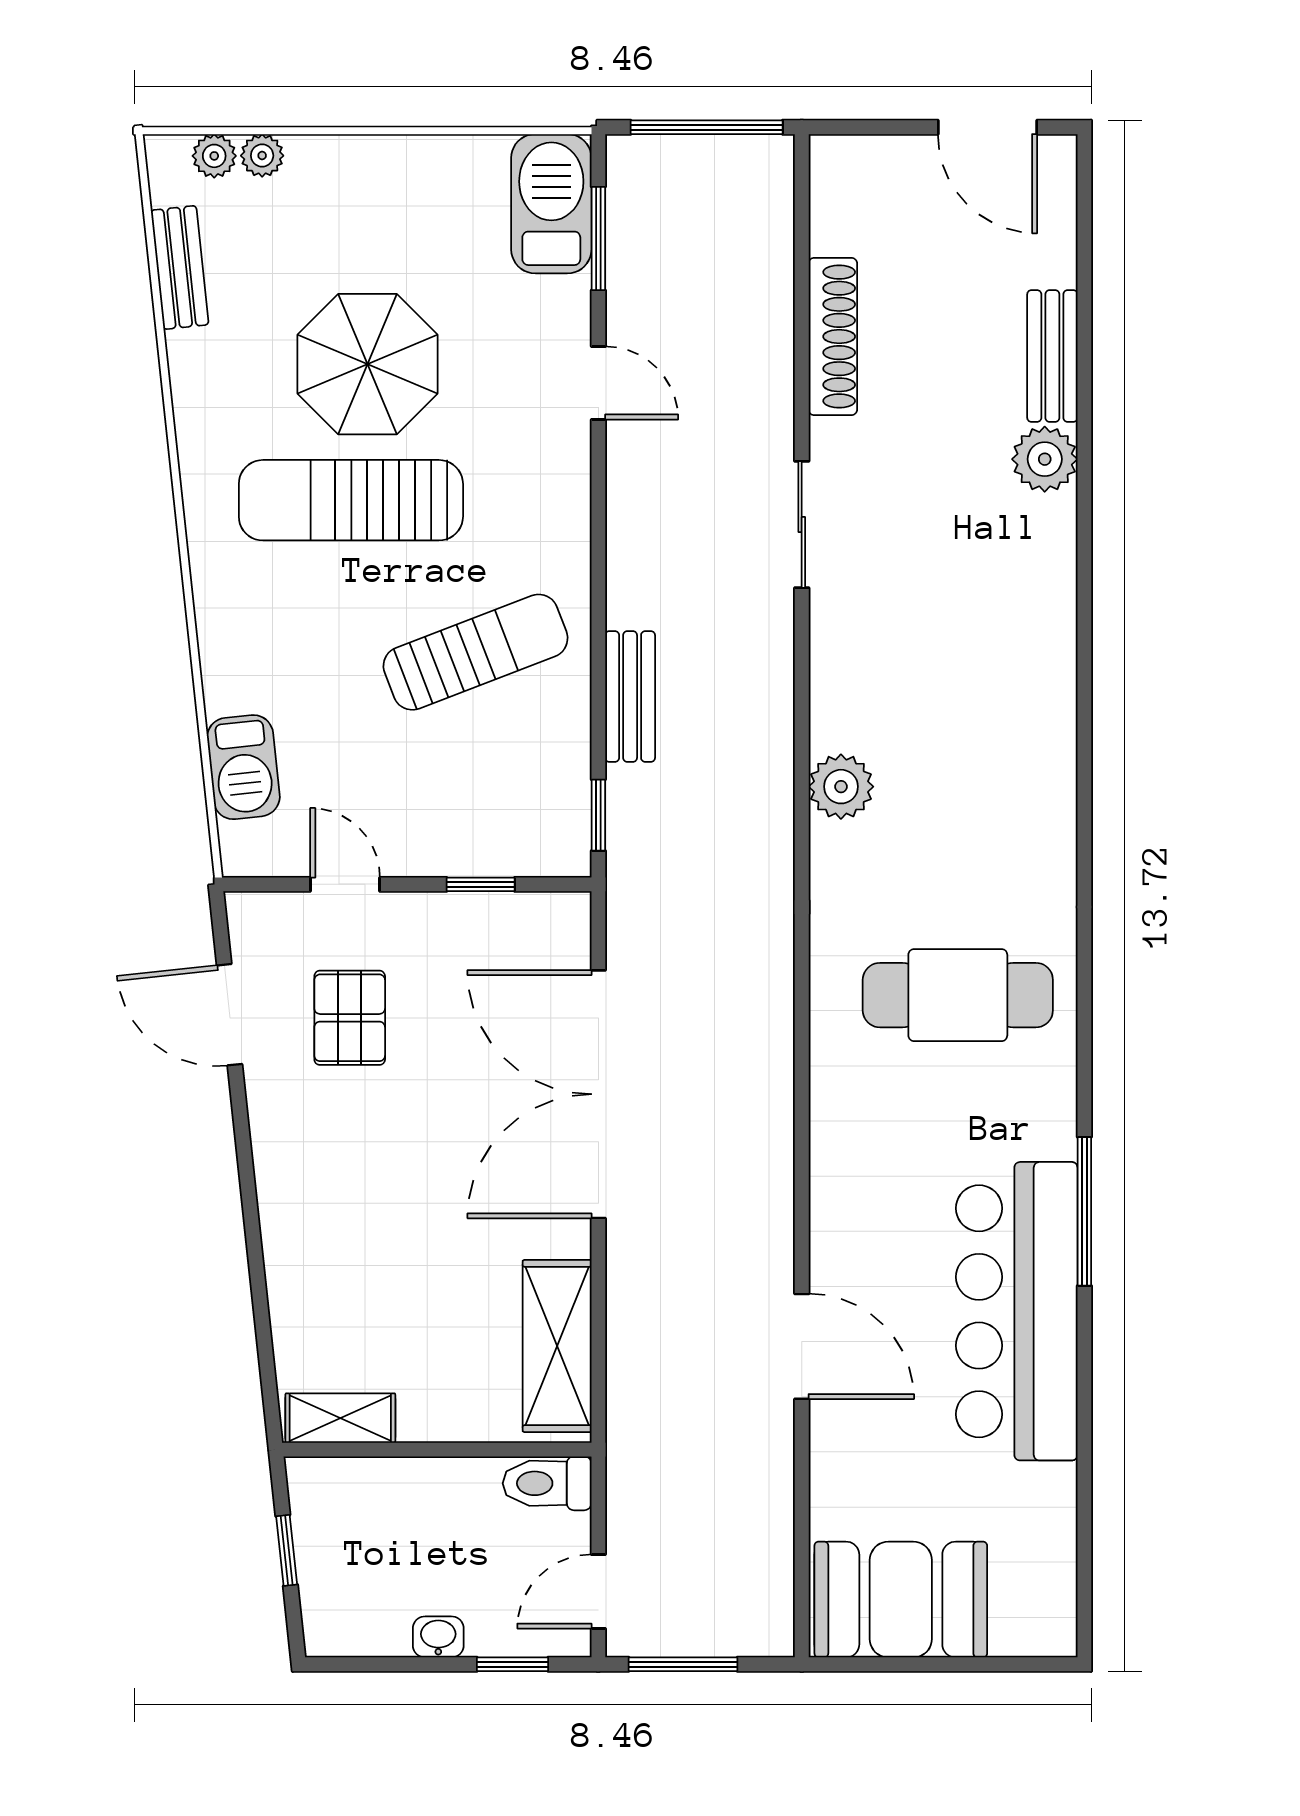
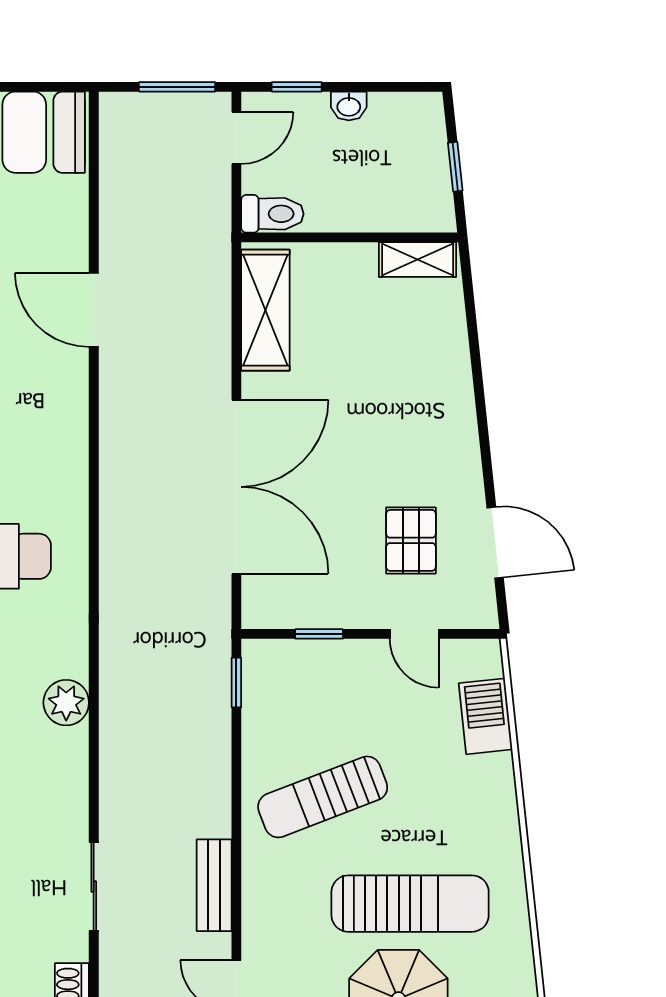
bench: (630, 696) -> (214, 885), moved

